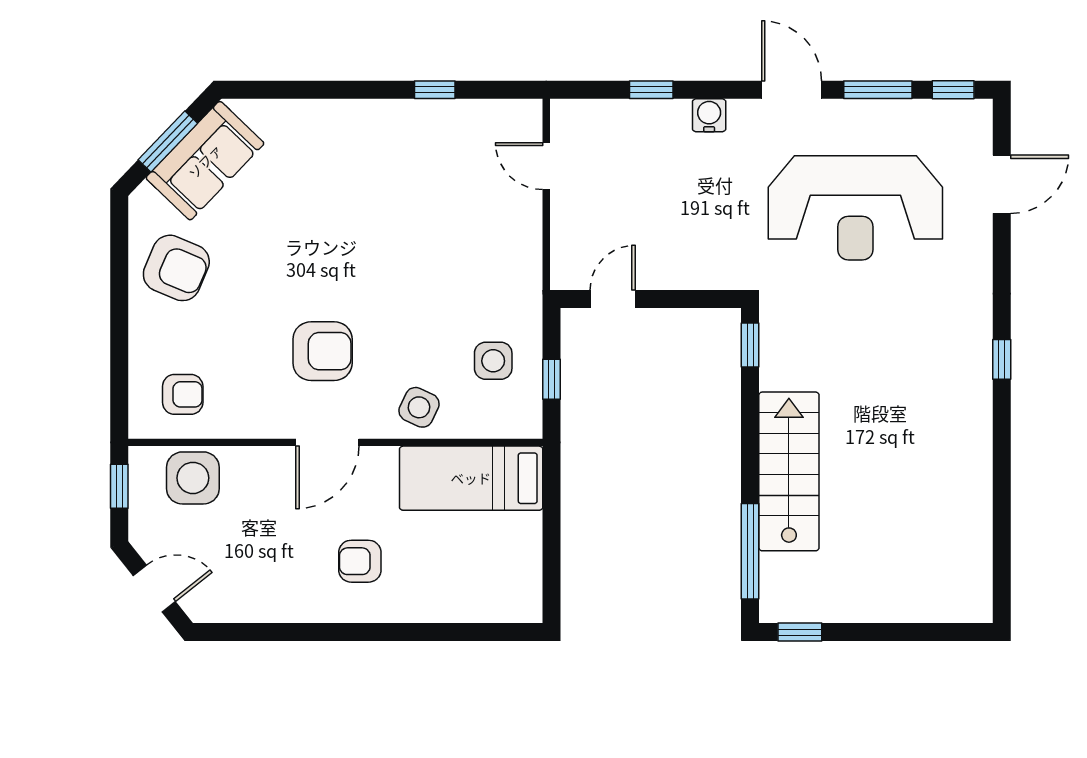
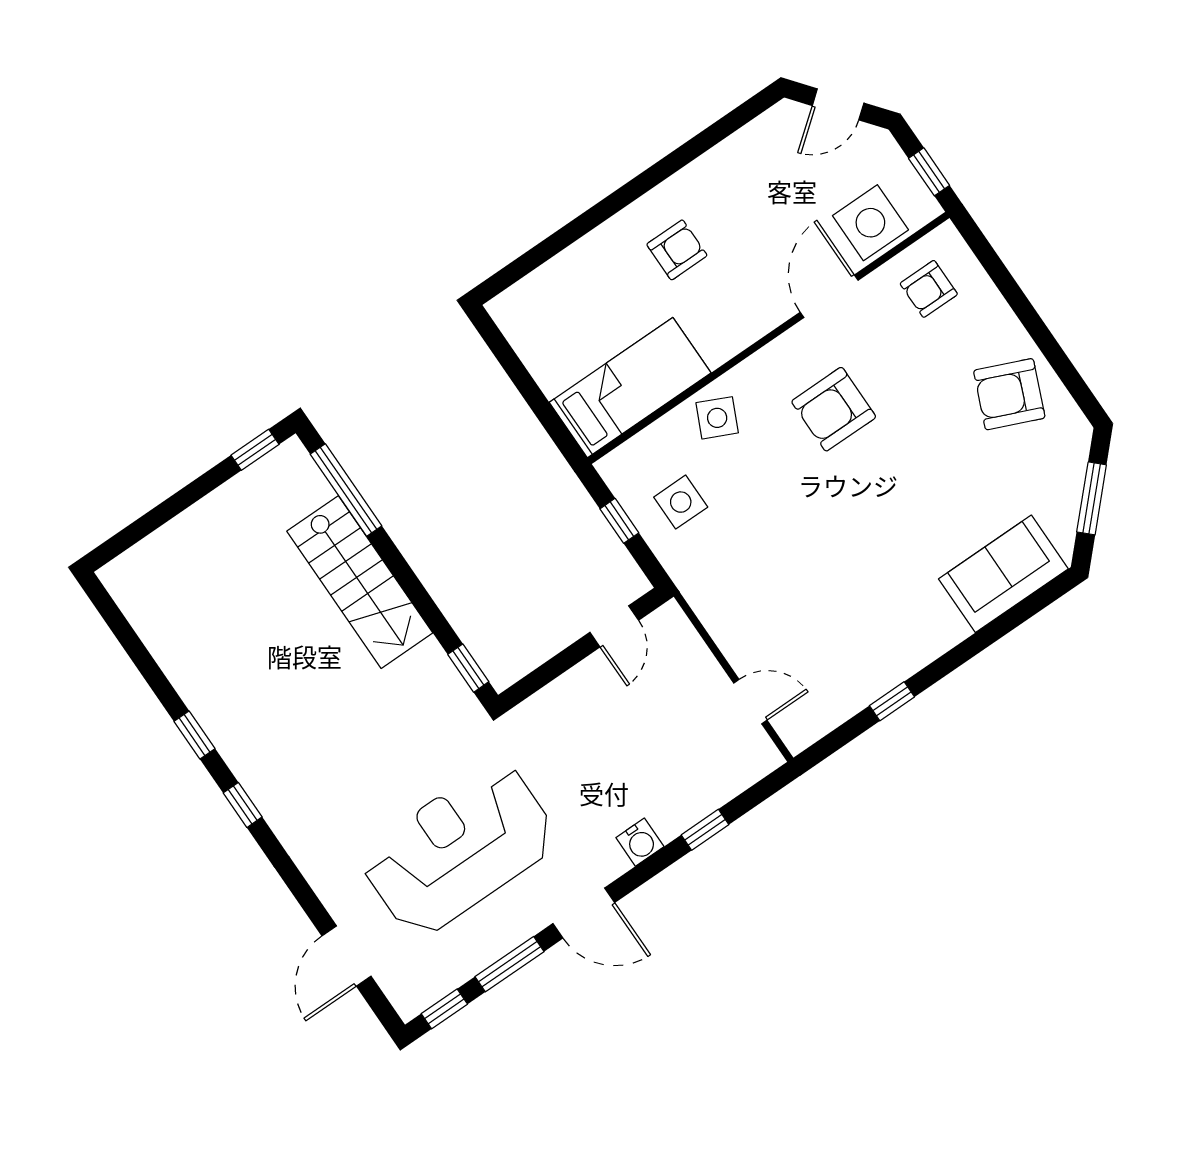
sofa: (205, 161) -> (1003, 574), moved, turned 46
window: (1002, 440) -> (195, 735), added
door: (327, 442) -> (829, 296), moved

